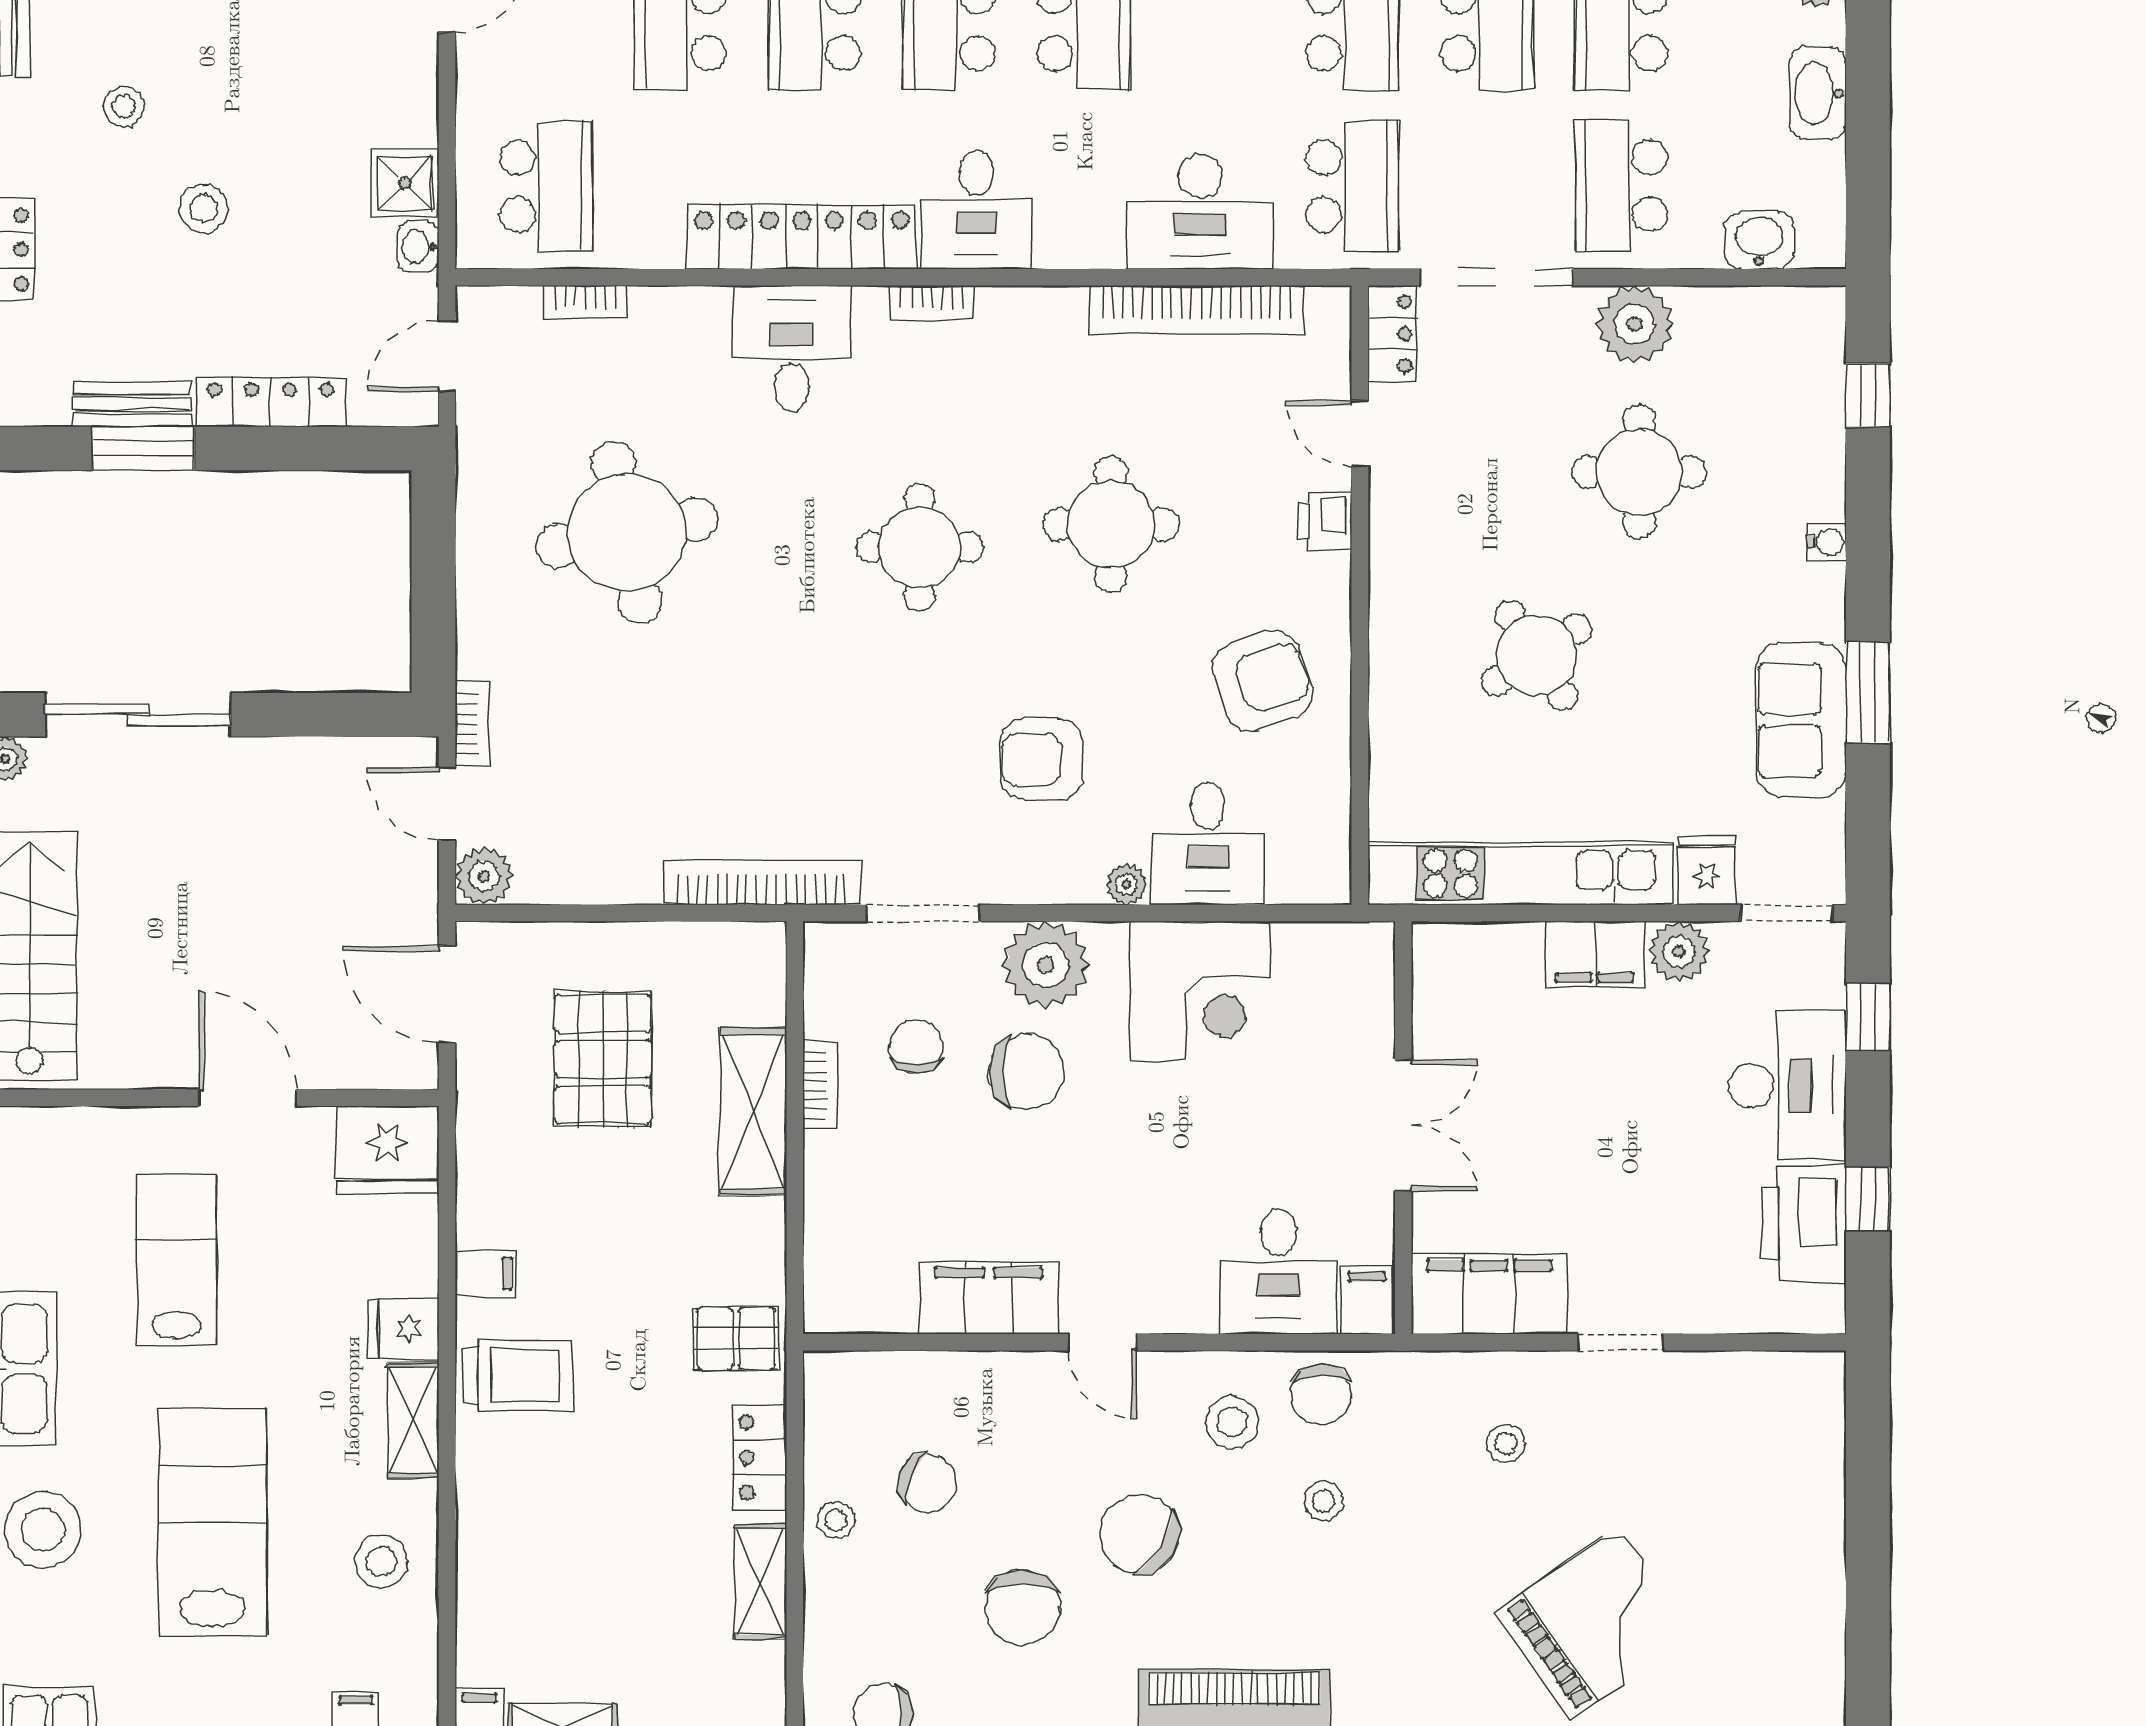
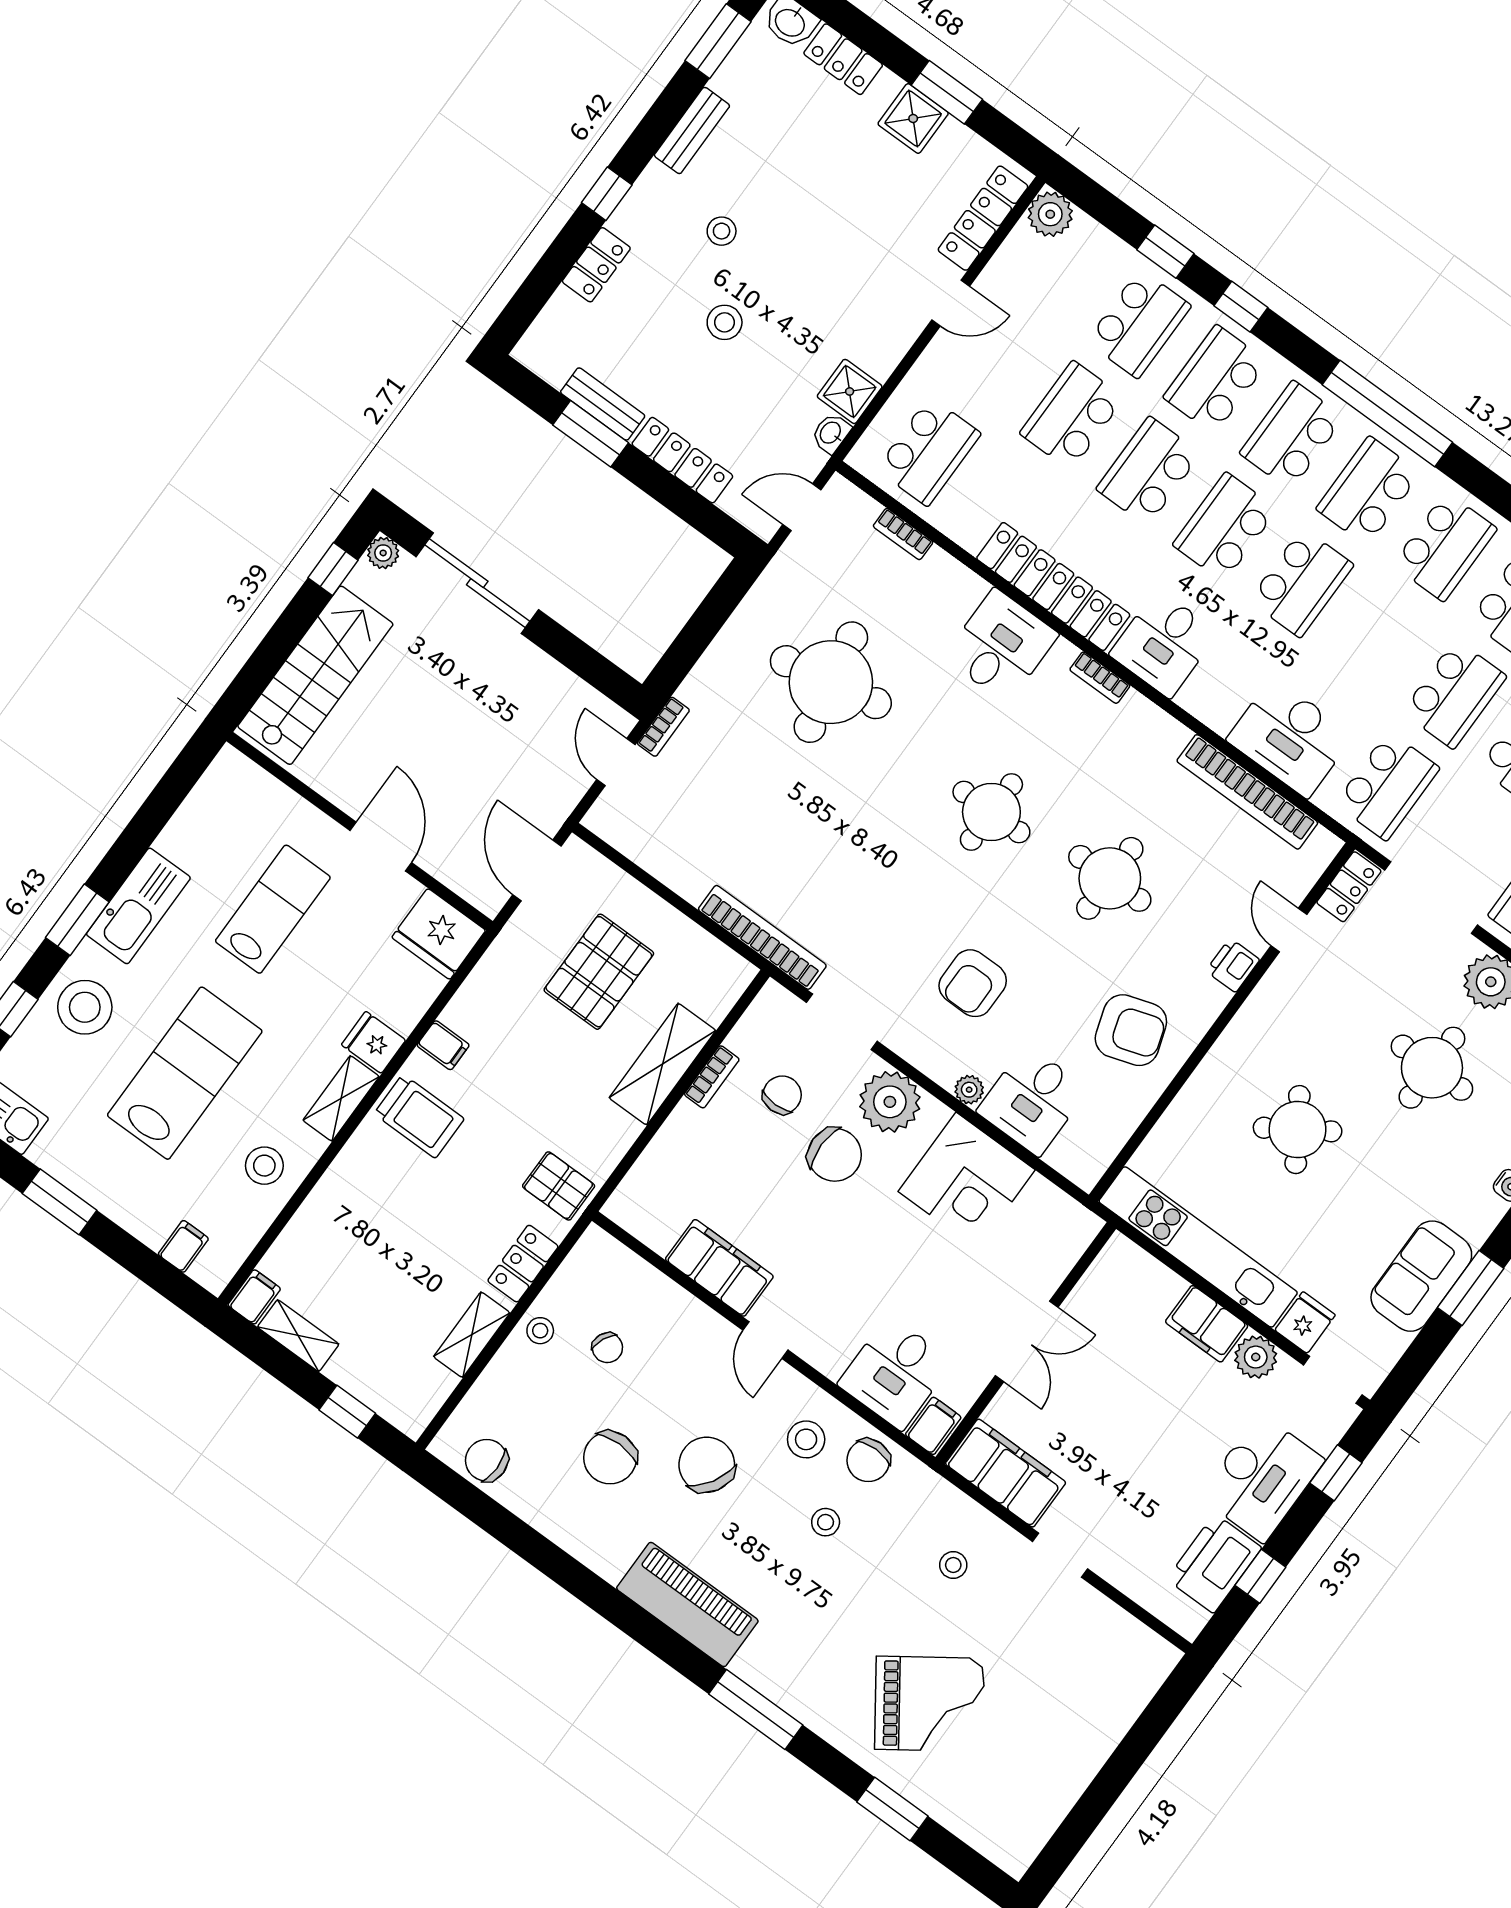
armchair: (1041, 759) -> (973, 983), turned -89
plant: (484, 876) -> (607, 818), removed
chair: (927, 1483) -> (607, 1348), width x0.73, depth x0.73

